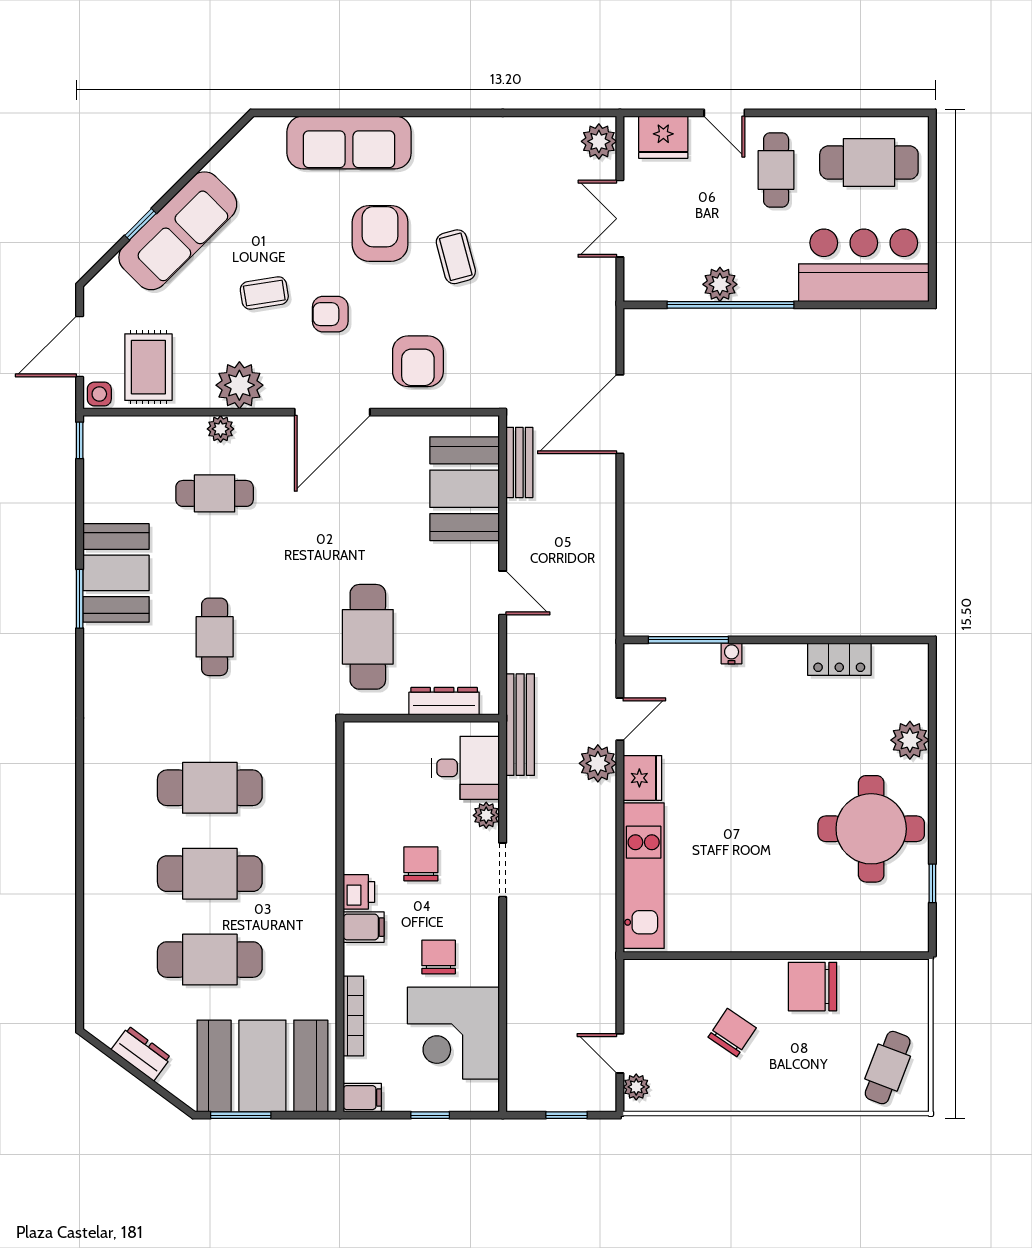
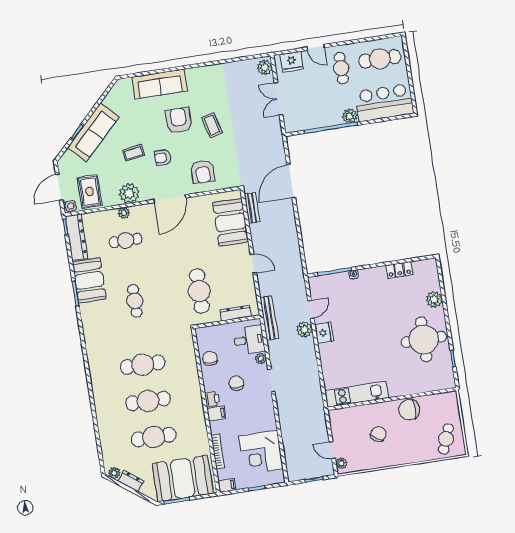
plant: (720, 284) -> (350, 116), moved
dresser: (102, 468) -> (76, 237), added
kitchen unit: (644, 876) -> (357, 394), moved, turned -90
chair: (439, 957) -> (210, 358), moved
plant: (106, 1029) -> (114, 473), added

